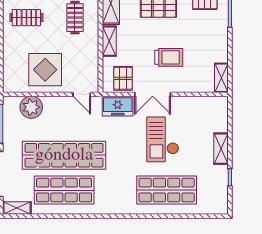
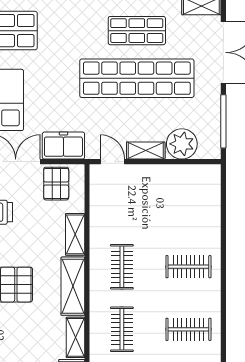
display table: (45, 70) -> (163, 195), removed
shelving: (58, 102) -> (146, 151), added
shop shelf: (64, 190) -> (137, 31), width x0.70, depth x0.74

